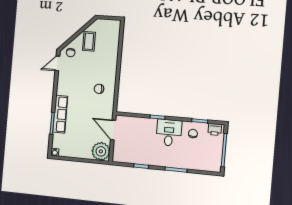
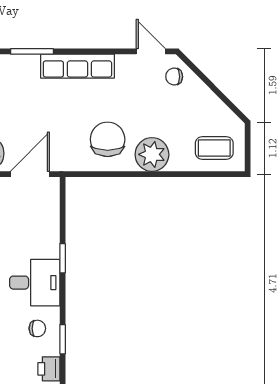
coffee table: (89, 41) -> (214, 148), moved
plant: (109, 67) -> (152, 154), added
chair: (99, 89) -> (108, 139), width x1.87, depth x1.87
row of seats: (60, 114) -> (77, 66), moved

